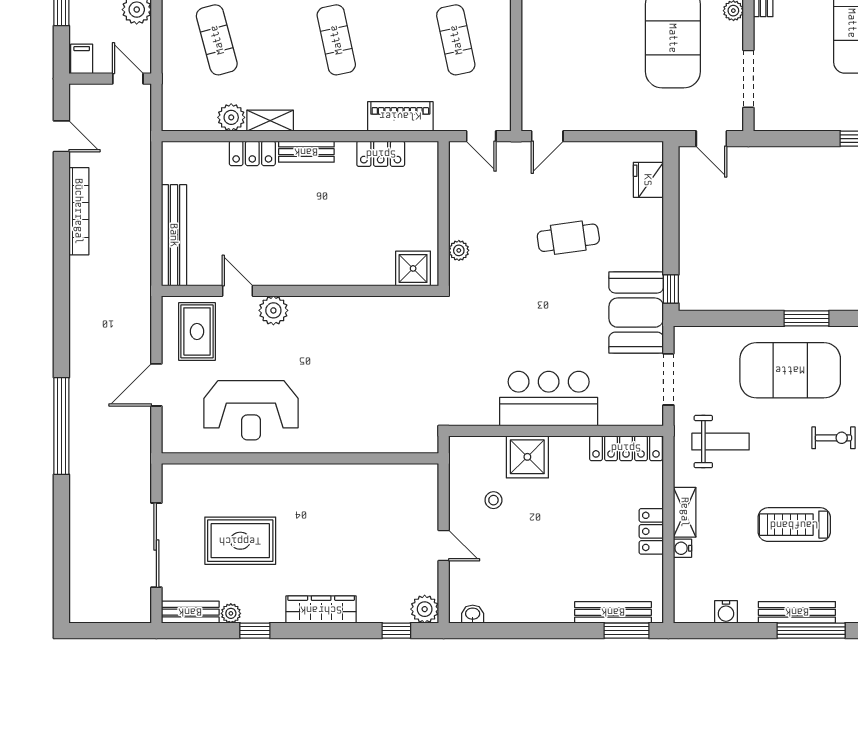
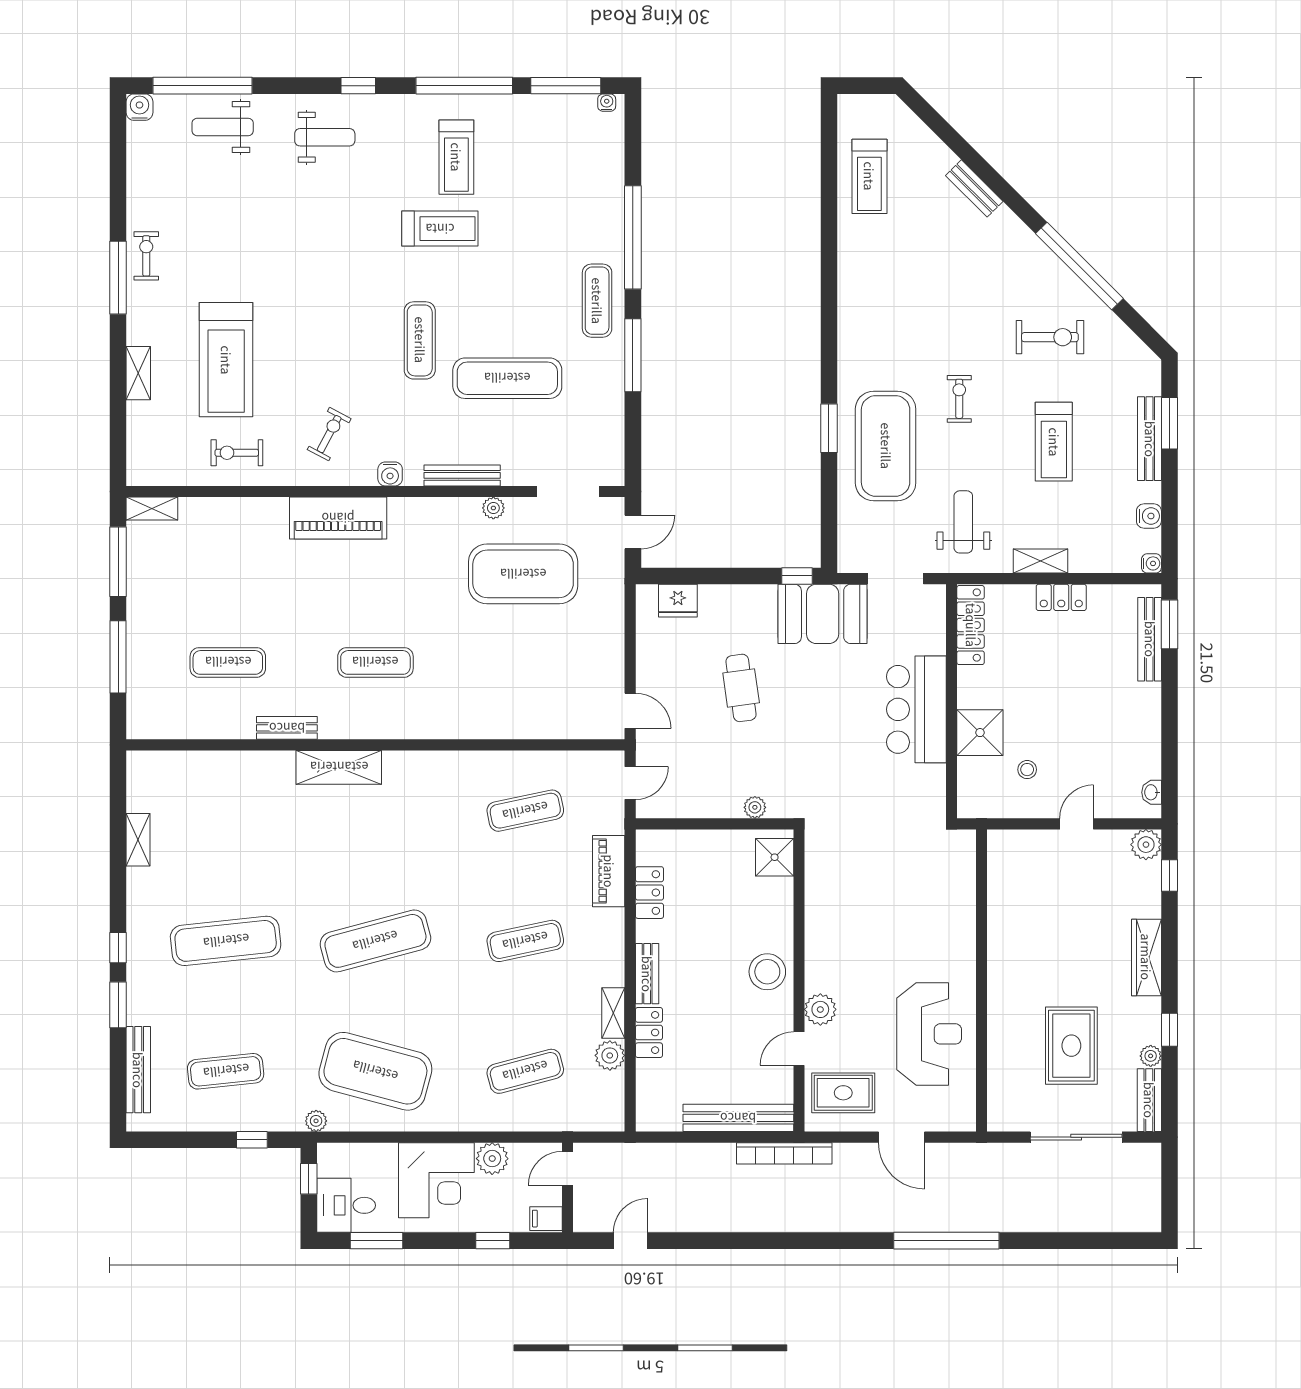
bookcase: (79, 211) -> (784, 1153), moved, turned 180
stool: (308, 262) -> (767, 972), added
water cooler: (683, 548) -> (1151, 563), moved, turned -90
window: (811, 631) -> (1169, 423), width x0.69

